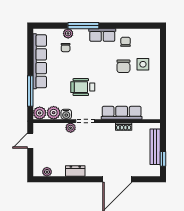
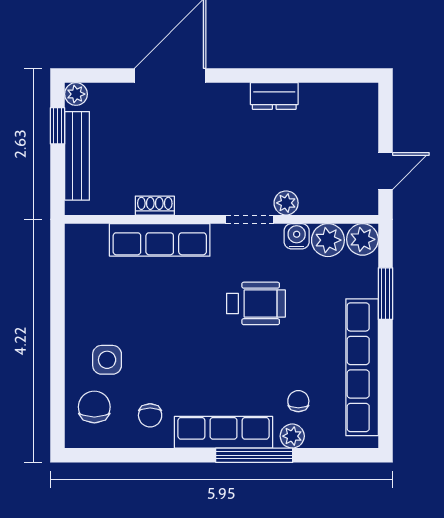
row of seats: (102, 35) -> (223, 432), width x1.48
chair: (123, 66) -> (94, 407), moved
window: (30, 91) -> (385, 294), width x0.69
plant: (47, 172) -> (76, 94), moved

